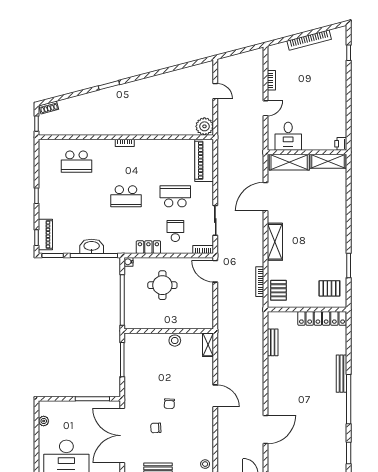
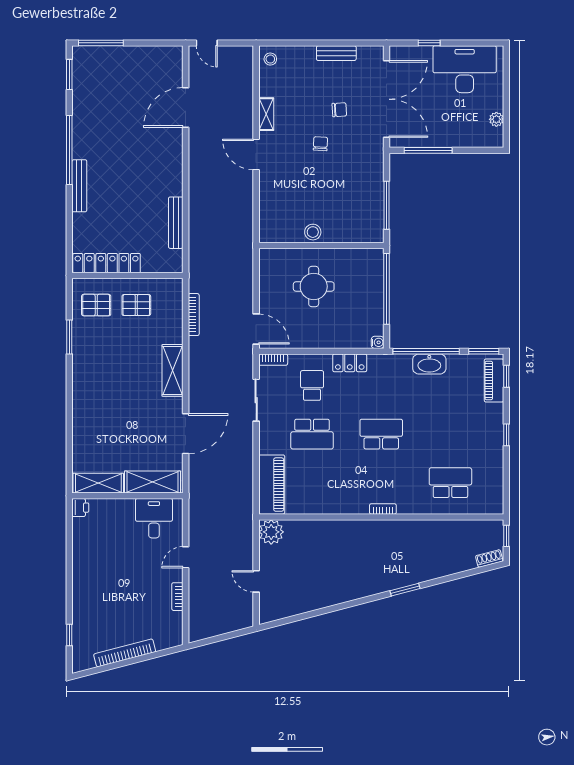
school desk: (175, 231) -> (312, 385), turned 180
round table: (162, 285) -> (314, 286), moved
pallet: (278, 290) -> (136, 305), moved, turned 90
bench: (273, 342) -> (176, 223), width x1.36
shelving: (208, 345) -> (266, 114), moved

